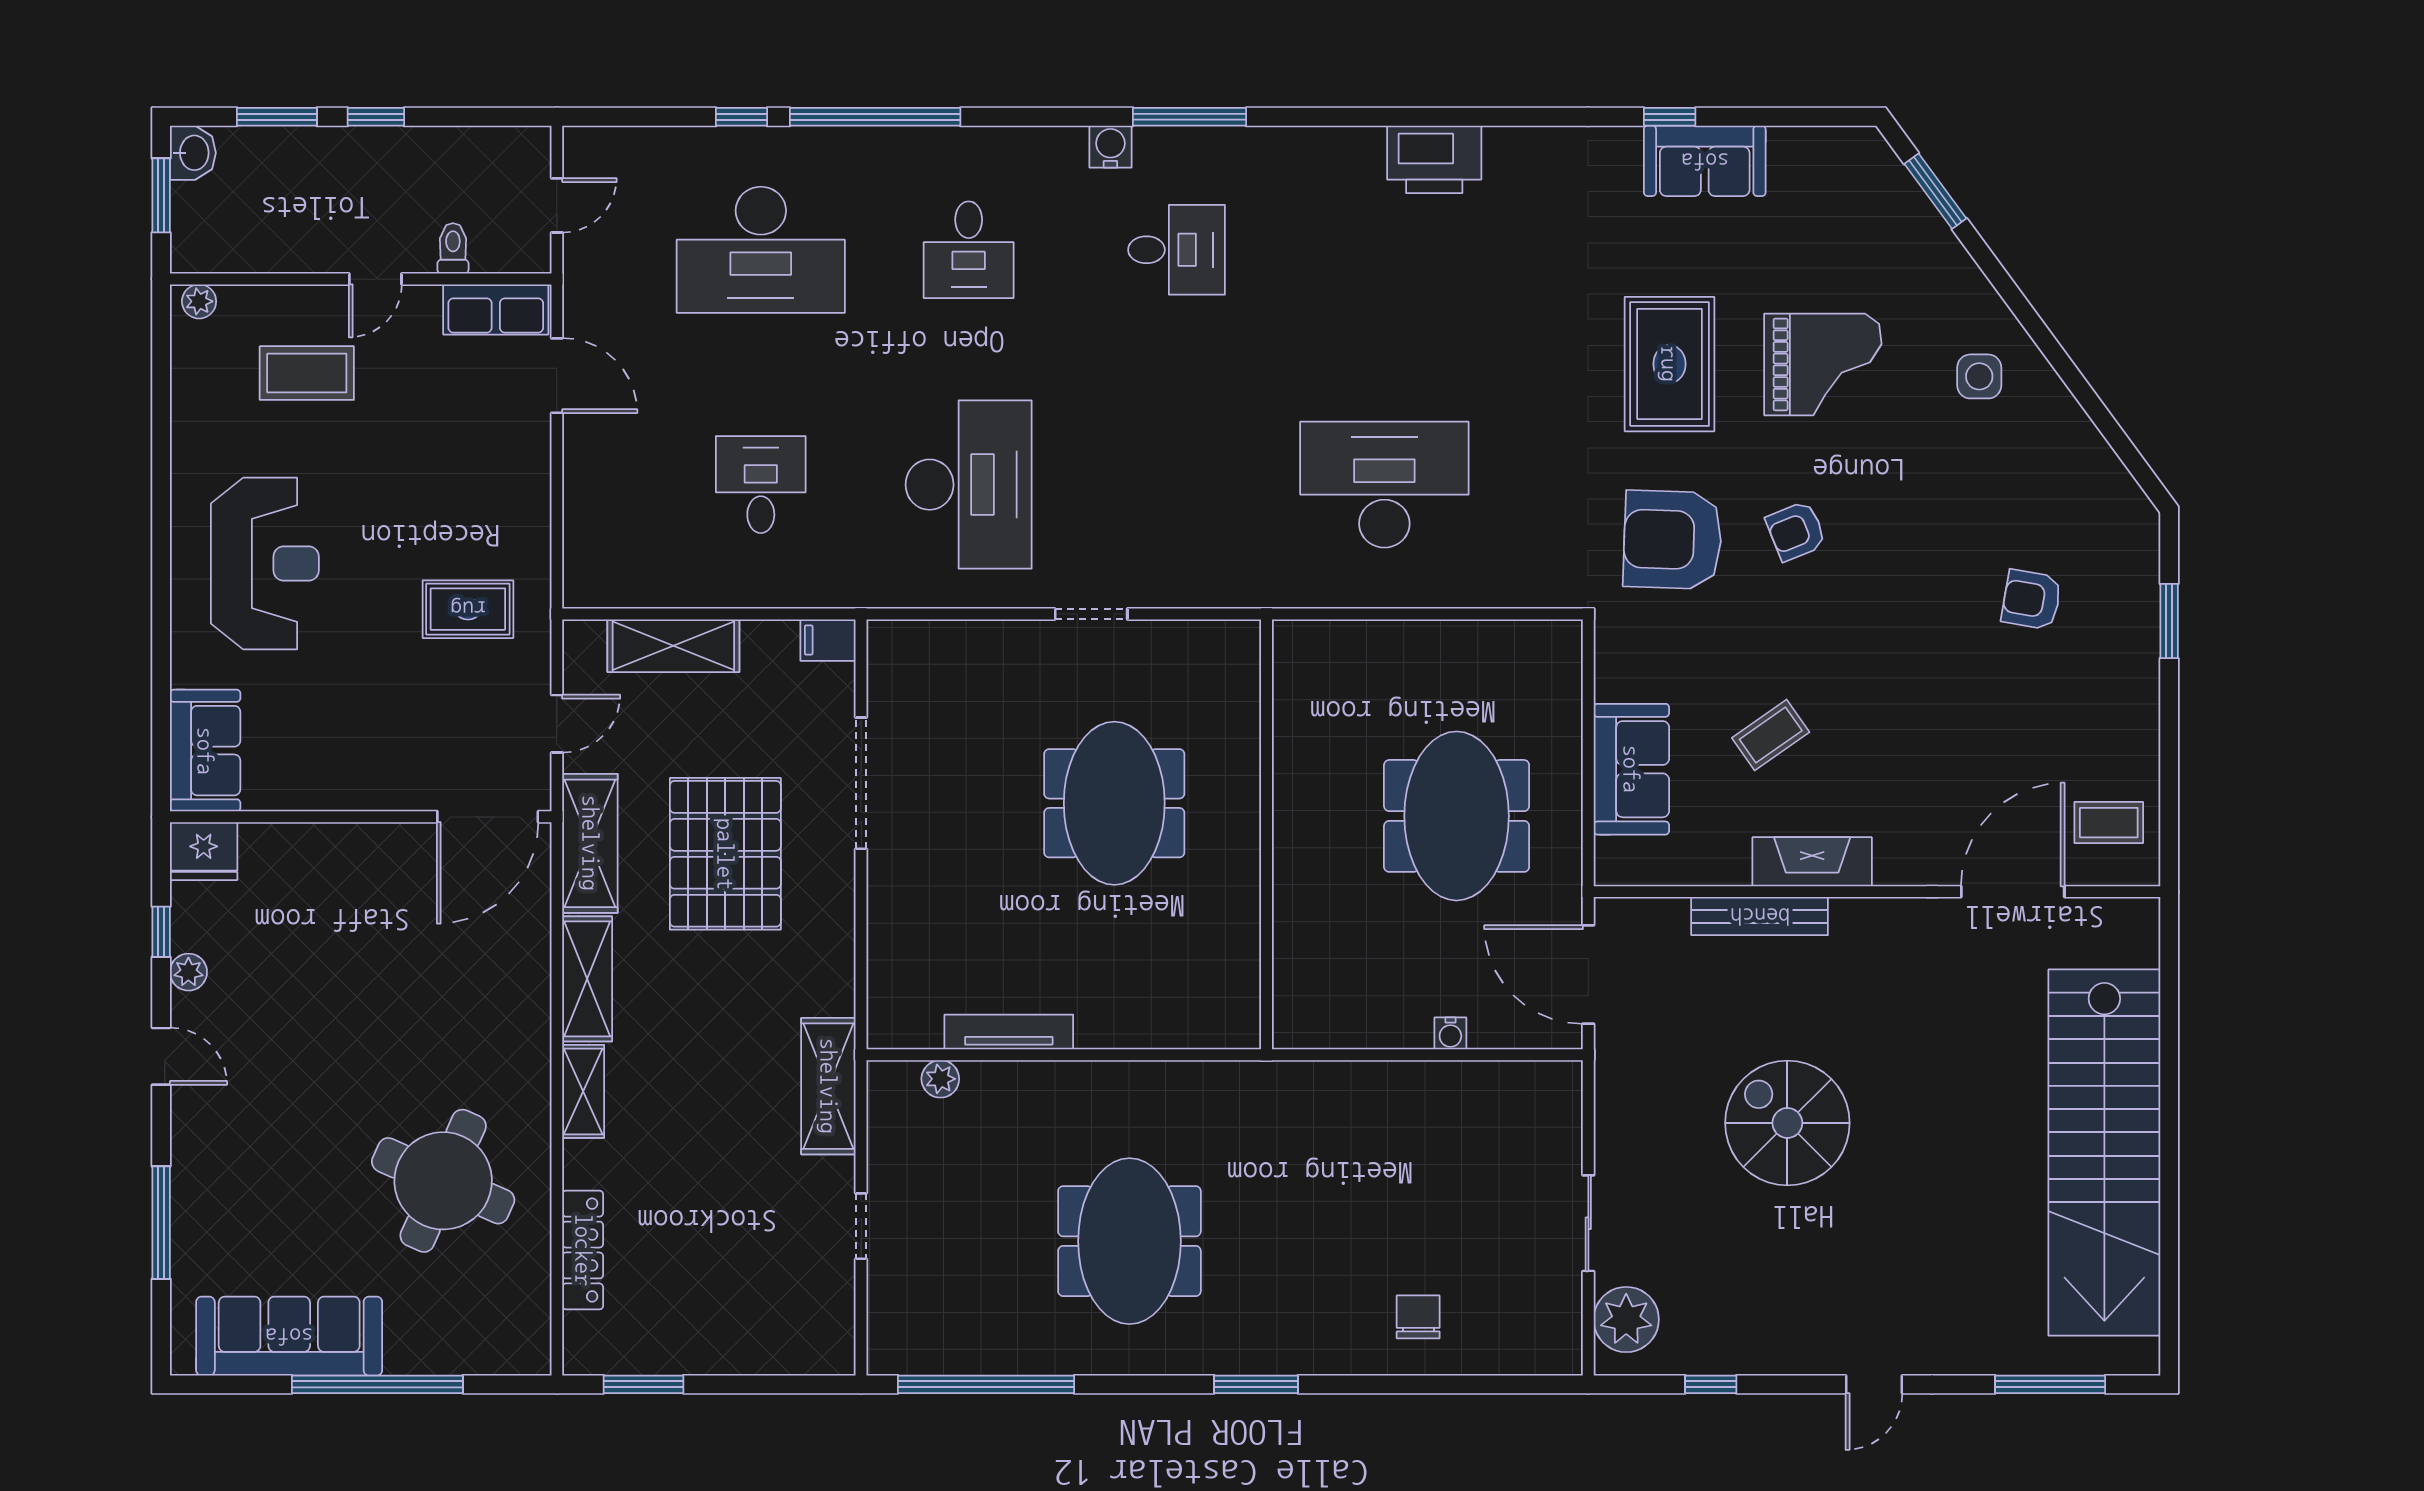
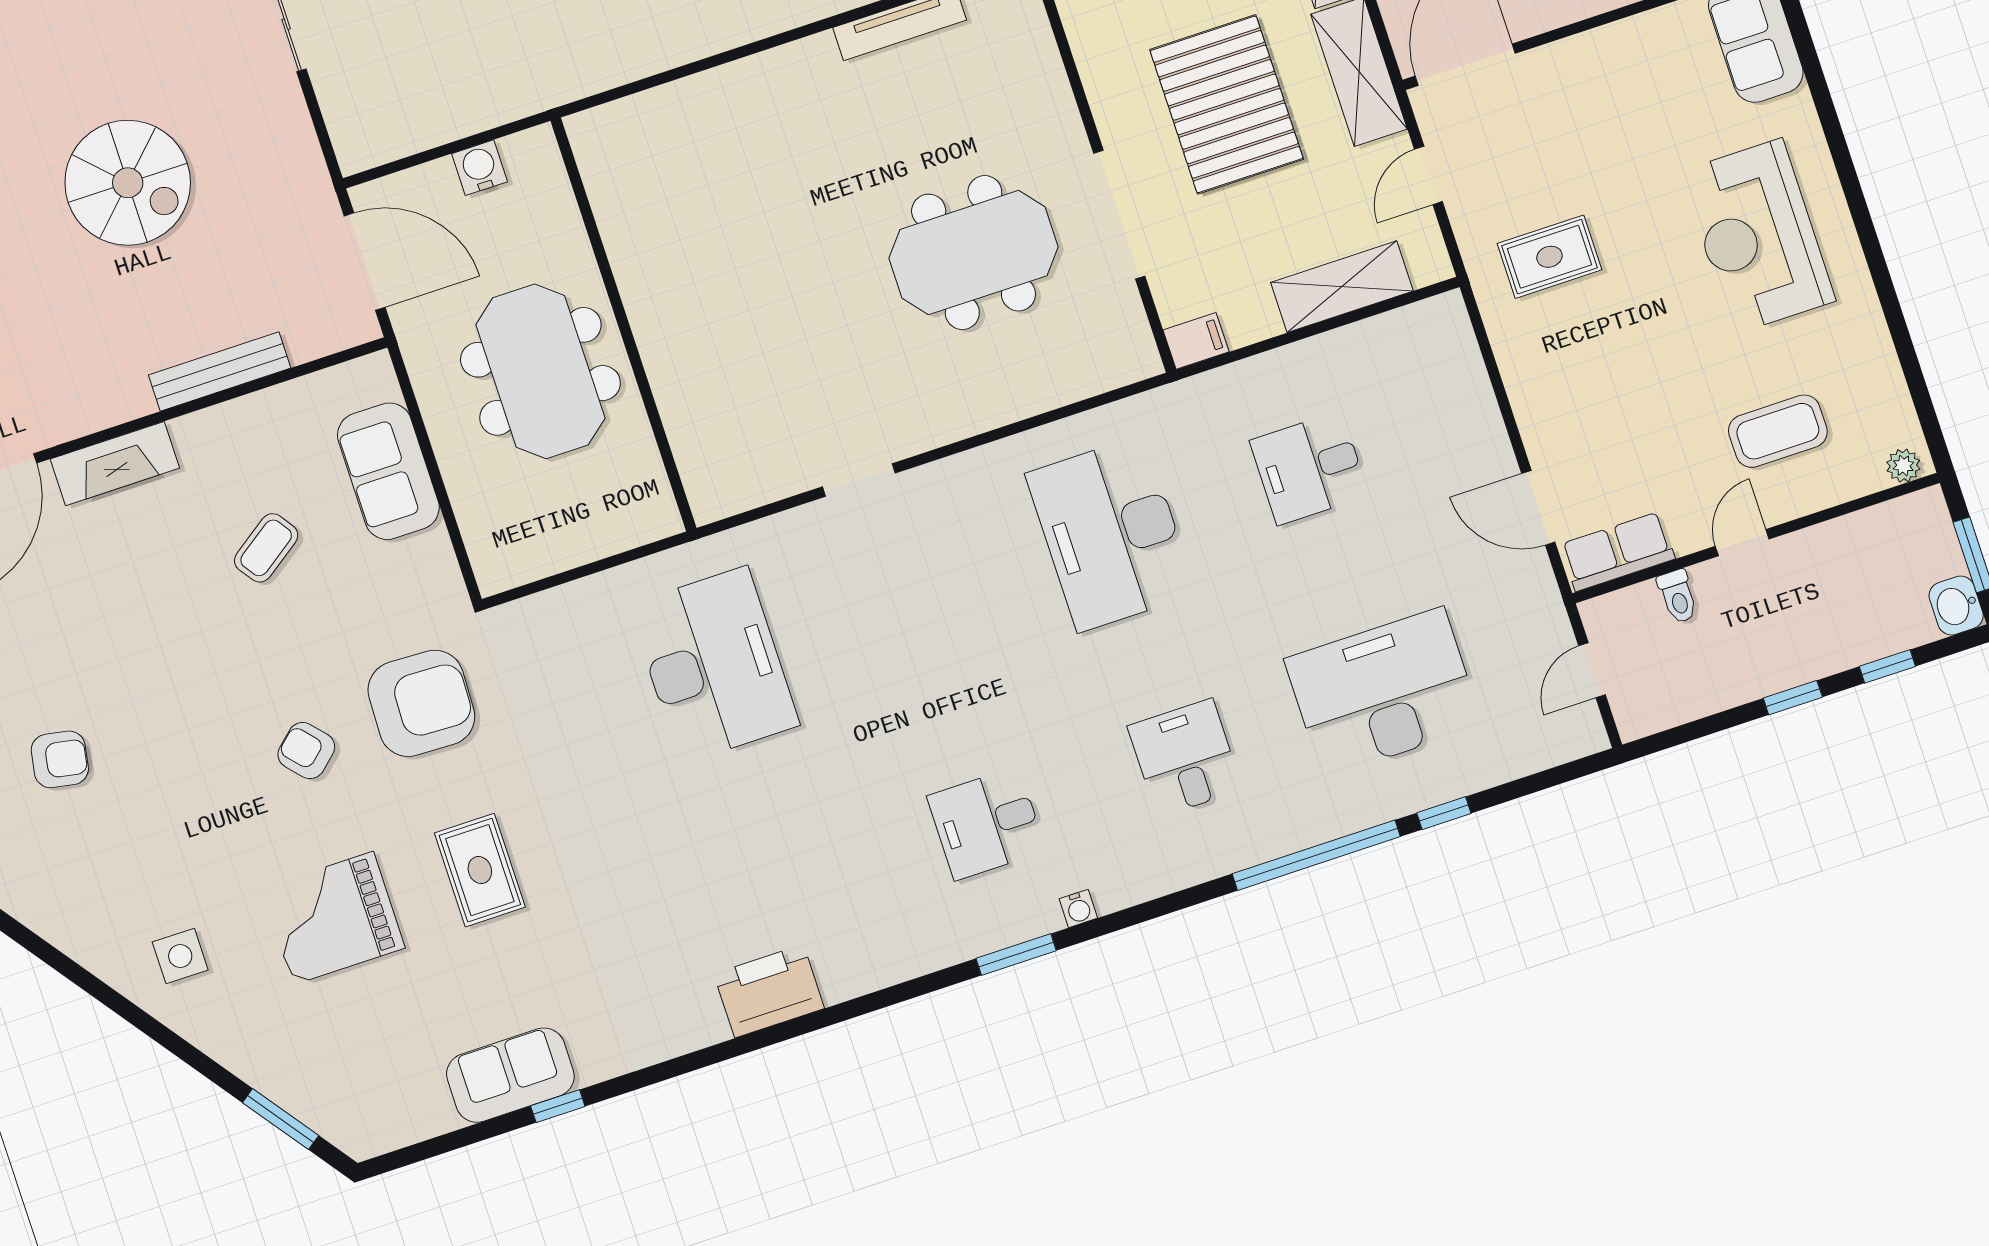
window: (277, 117) -> (1887, 666), width x0.67
window: (1190, 117) -> (1016, 955), width x0.69
water cooler: (1110, 147) -> (1078, 908), width x0.72, depth x0.72
rug: (1669, 364) -> (480, 870), width x0.73, depth x0.70
desk: (761, 485) -> (1309, 468), turned 90
desk: (1384, 485) -> (714, 665), turned -90
armchair: (1796, 531) -> (306, 751), turned -110
doorway: (1091, 614) -> (859, 480), moved
meeting table: (1114, 803) -> (974, 253), moved, turned 90
wall: (1267, 834) -> (623, 324), moved
fireplace: (1812, 862) -> (115, 464), moved
water cooler: (1450, 1033) -> (480, 168), width x1.38, depth x1.38

